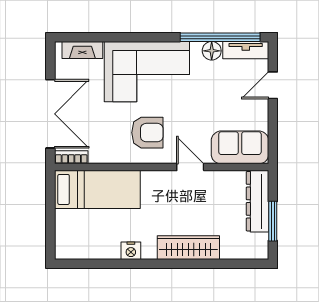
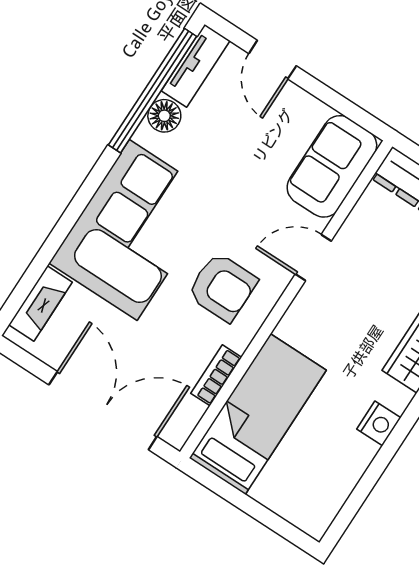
armchair: (147, 133) -> (222, 287), turned 90
bookcase: (71, 157) -> (216, 375), moved

